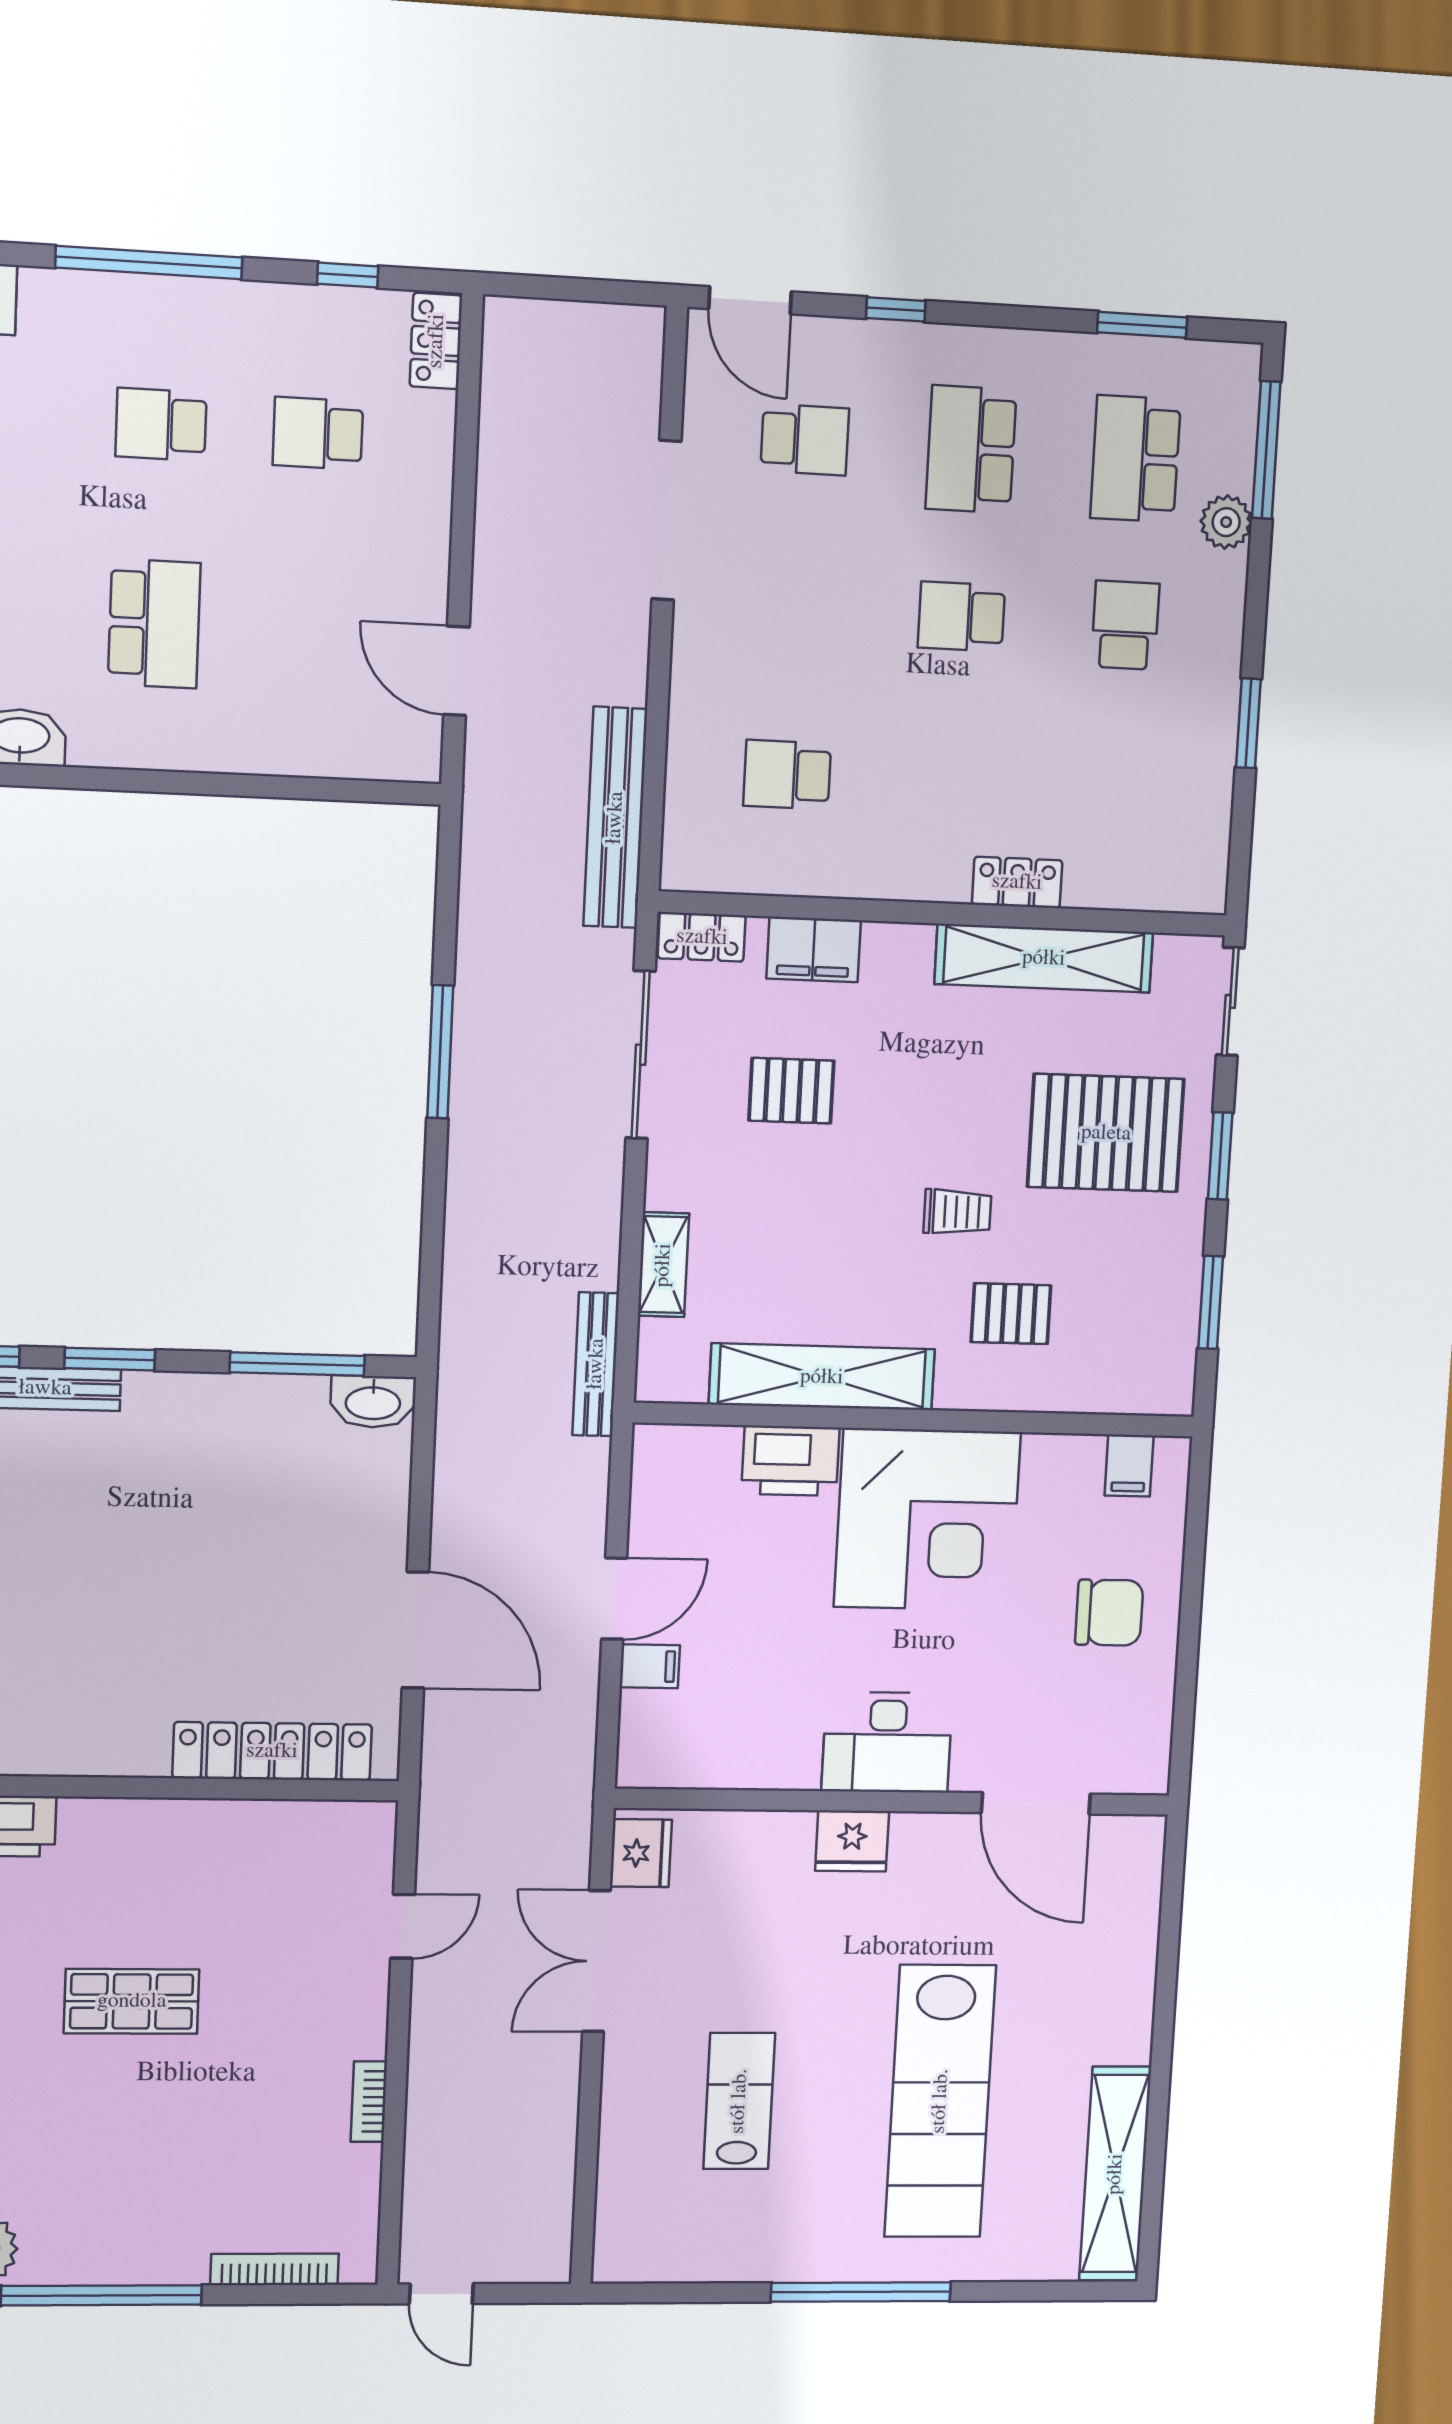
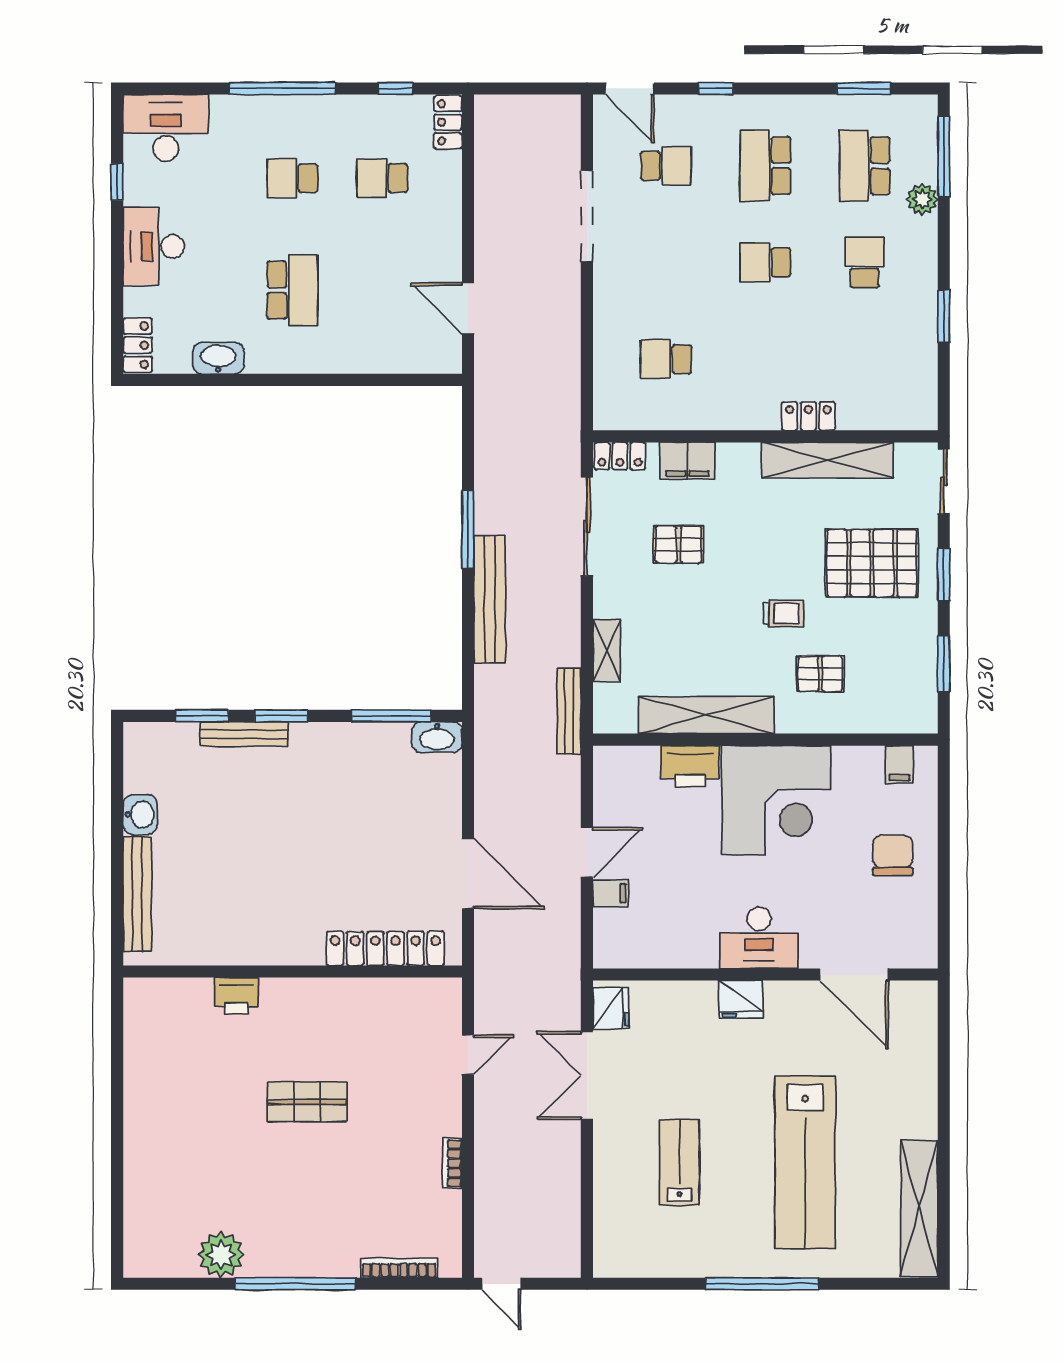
bench: (615, 818) -> (490, 599), moved
chair: (1109, 1613) -> (893, 855), turned -90

